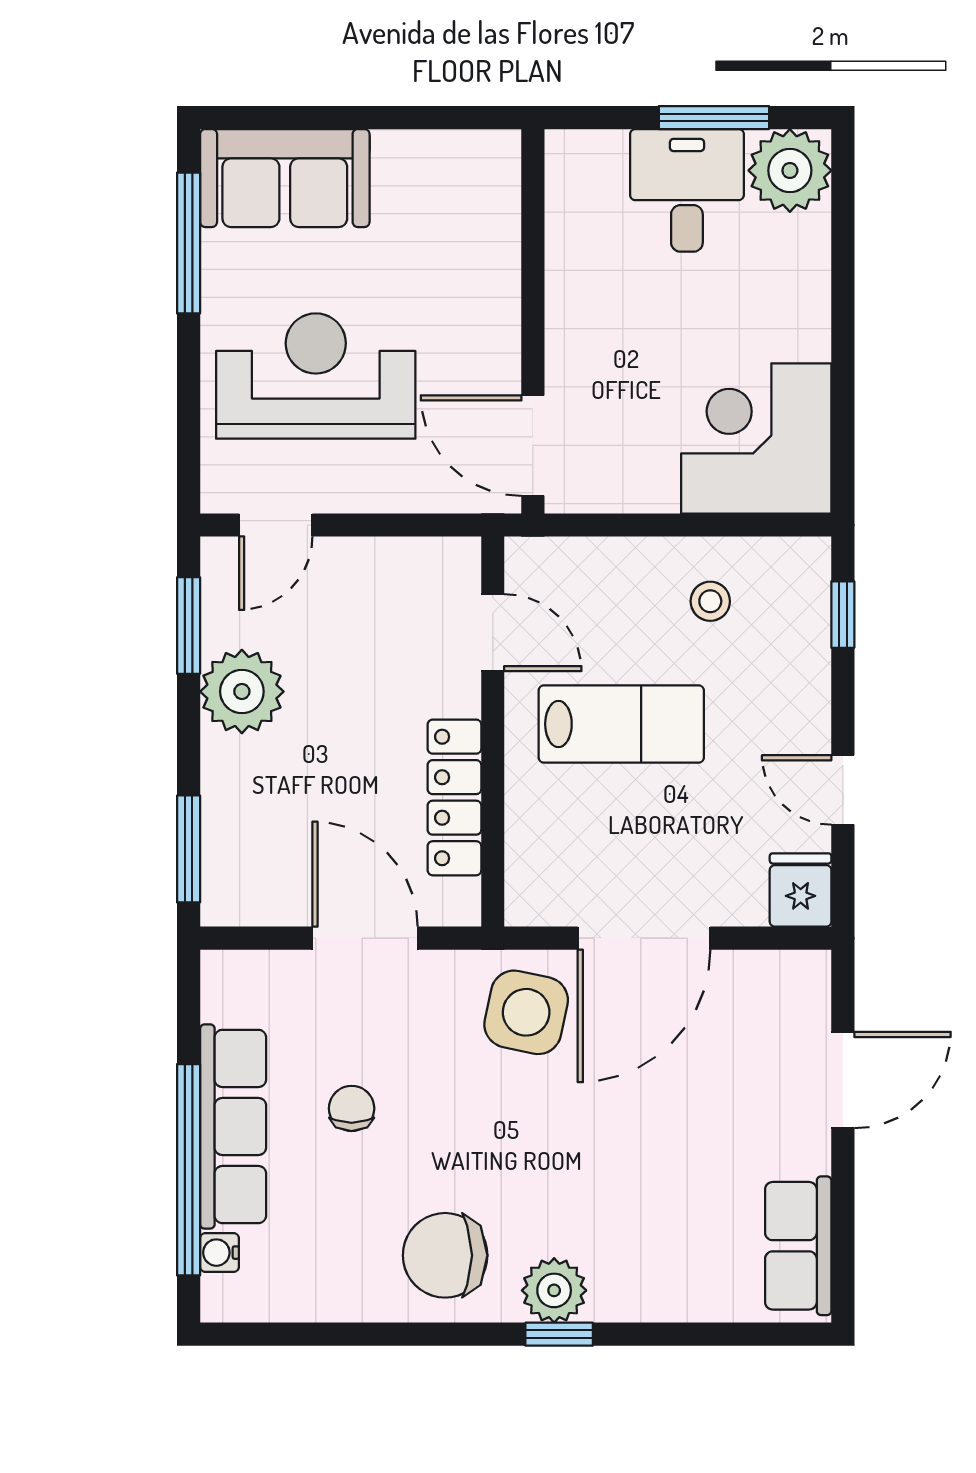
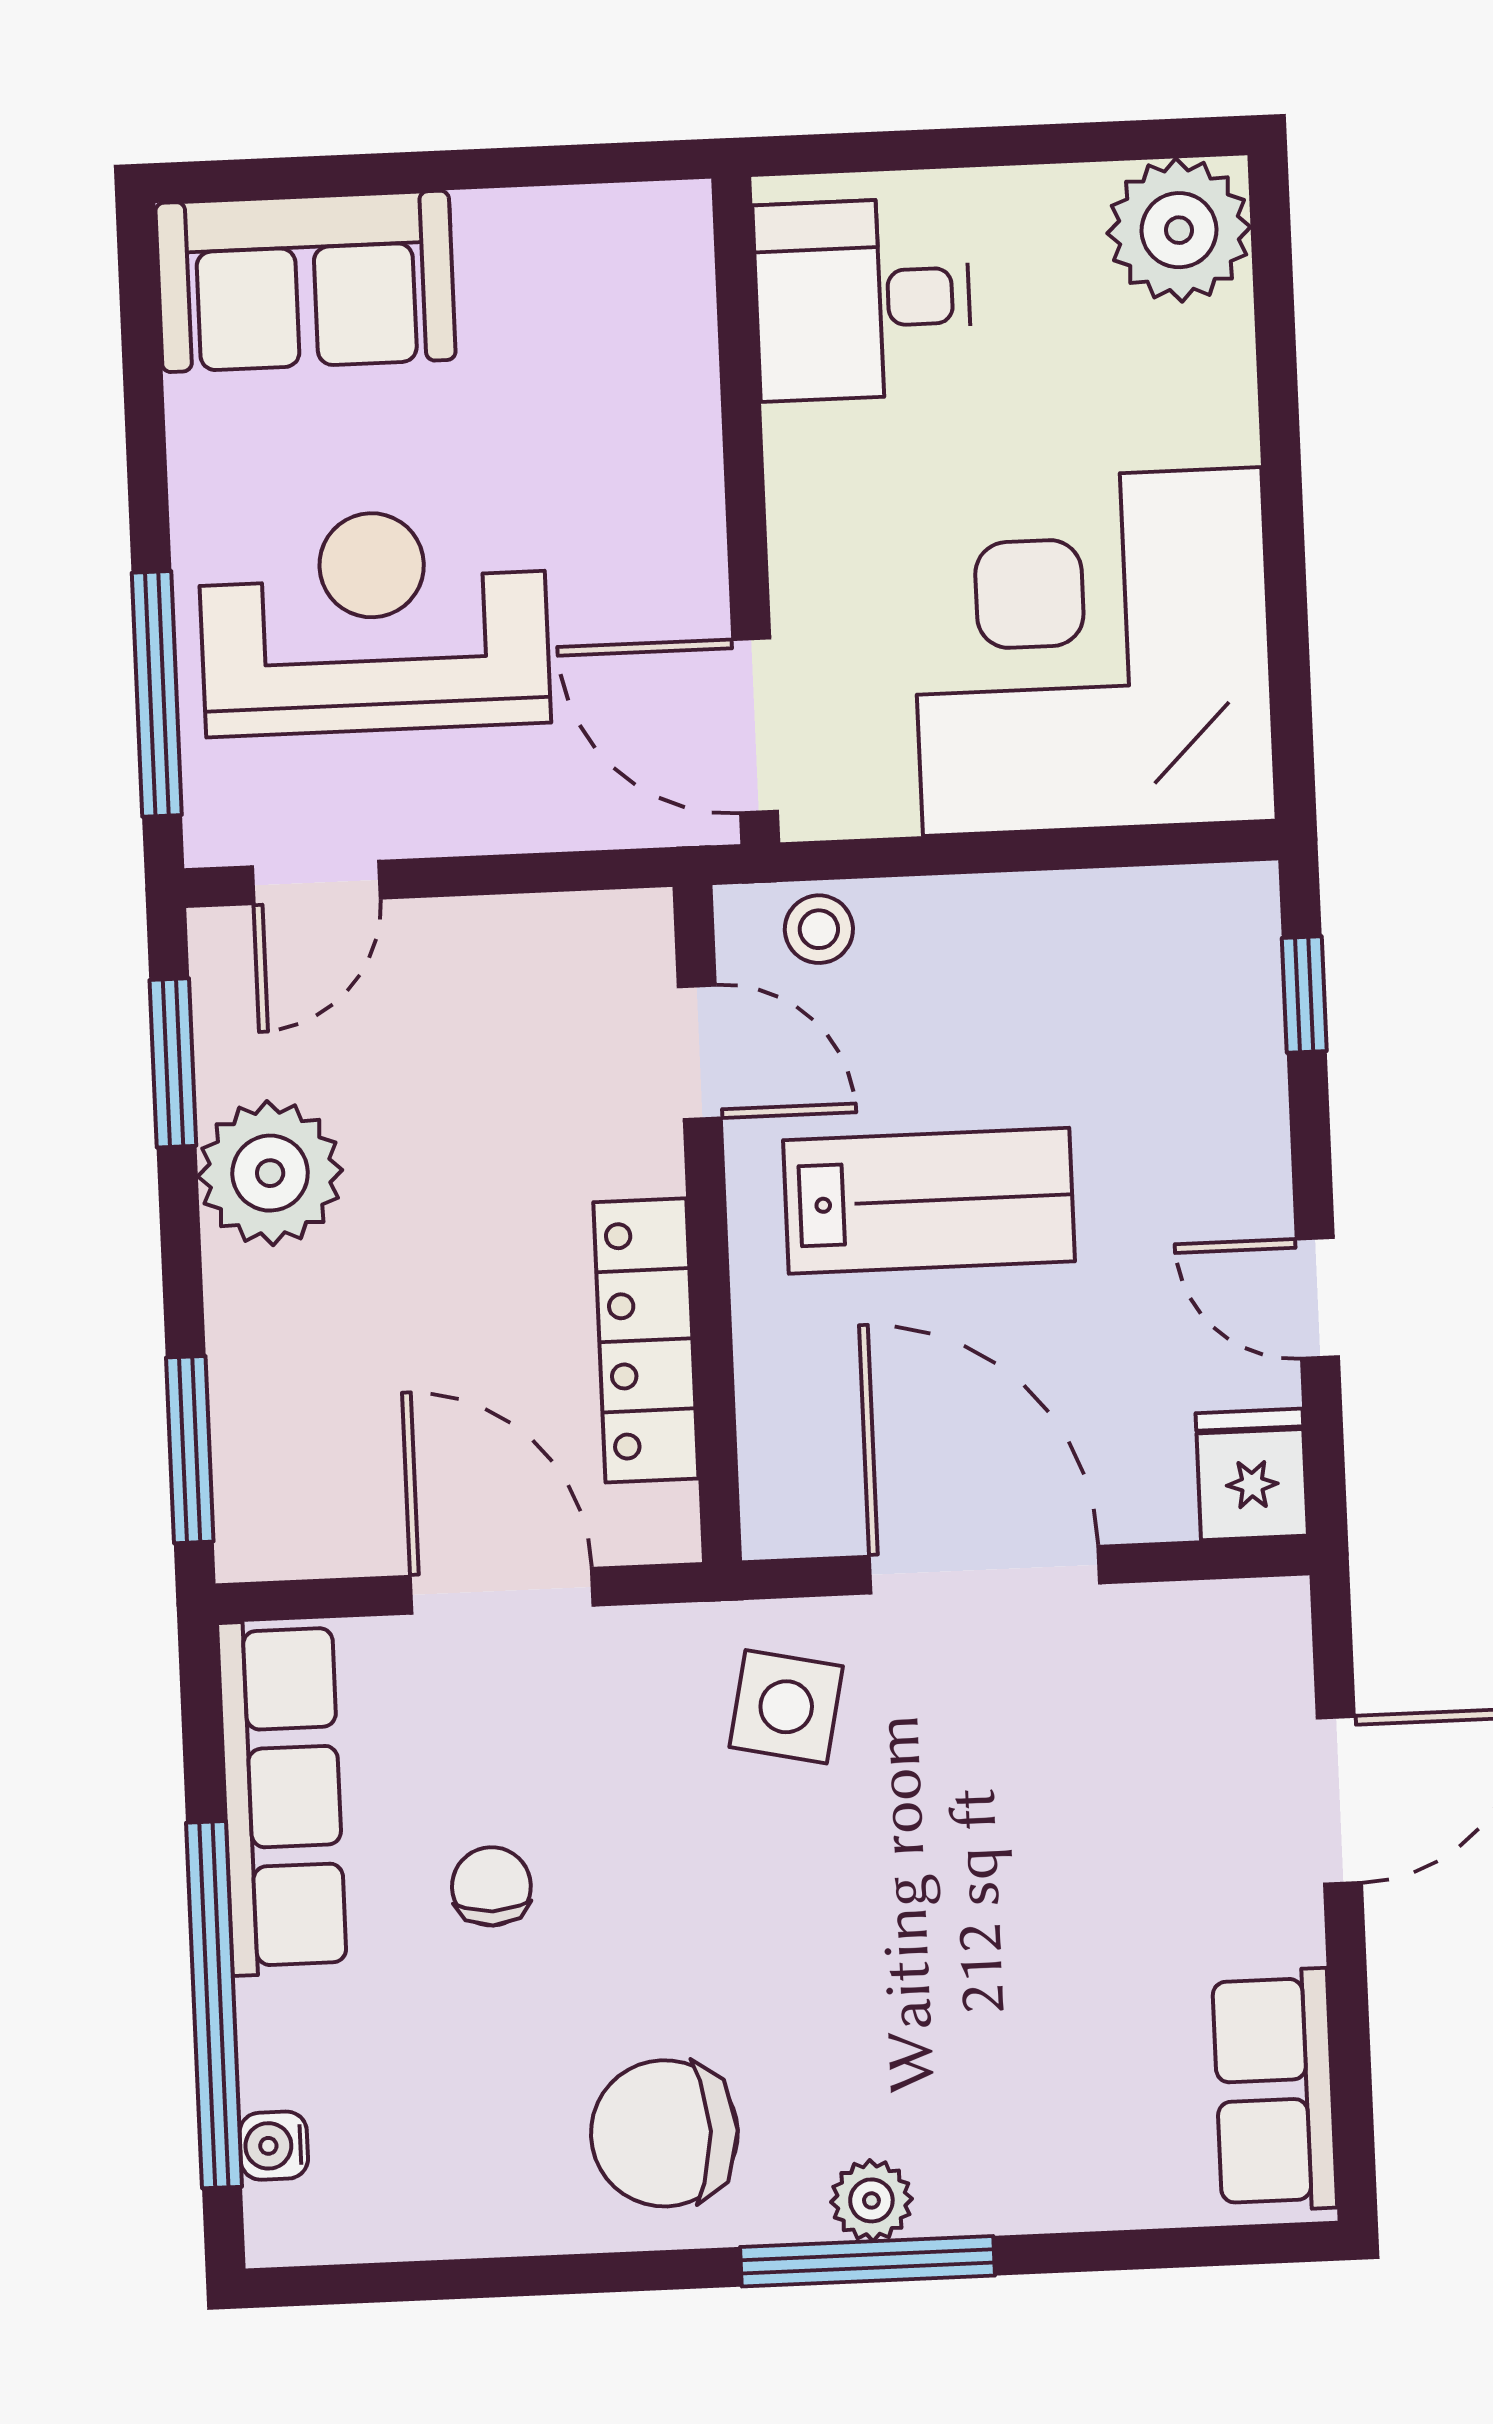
window: (714, 118) -> (1044, 144), removed
desk: (687, 190) -> (863, 299), moved, turned -90
window: (189, 243) -> (157, 694), moved
corner desk: (756, 438) -> (1092, 652), width x1.36, depth x1.36
stool: (710, 601) -> (819, 929), moved
door: (644, 938) -> (985, 1570), swing flipped
side table: (526, 1012) -> (786, 1707), width x0.73, depth x0.73
row of seats: (233, 1126) -> (282, 1797), moved
plant: (554, 1290) -> (871, 2200), width x0.73, depth x0.73
window: (559, 1334) -> (868, 2261), width x2.17

